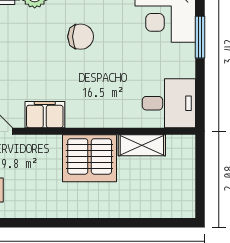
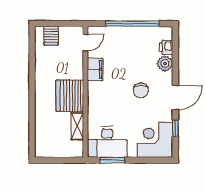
window: (200, 37) -> (112, 160), moved
desk: (169, 103) -> (107, 142), width x1.37

